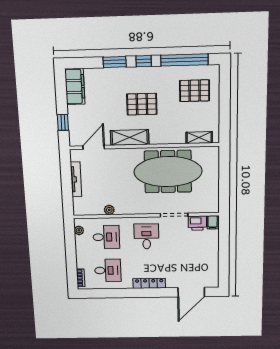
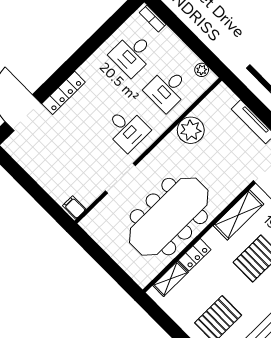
locker: (174, 138) -> (195, 255), added
plant: (109, 210) -> (191, 130), width x1.87, depth x1.87
printer: (197, 223) -> (89, 192), removed
locker: (149, 283) -> (64, 93), moved

